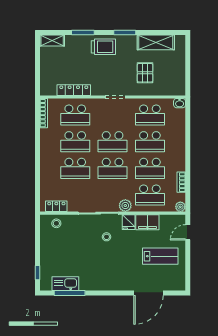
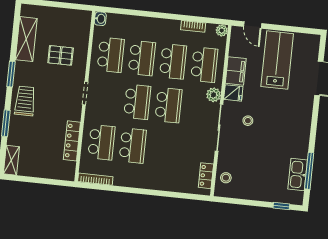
school desk: (75, 168) -> (164, 149), removed
lab bench: (160, 256) -> (277, 60), width x1.36, depth x1.39

